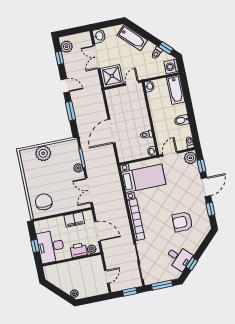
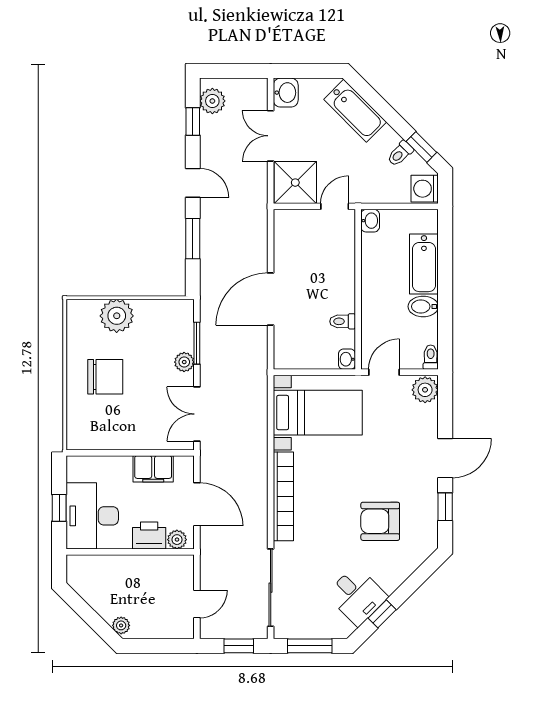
bathtub: (176, 90) -> (424, 264), moved
window: (201, 166) -> (445, 412), removed
chair: (44, 202) -> (105, 377), moved, turned 90

